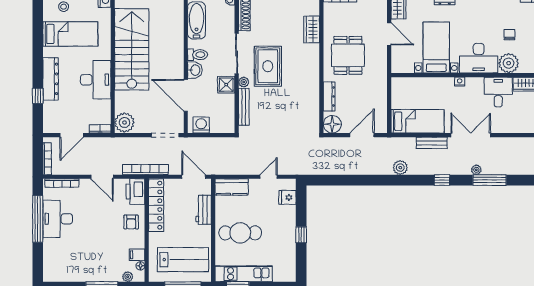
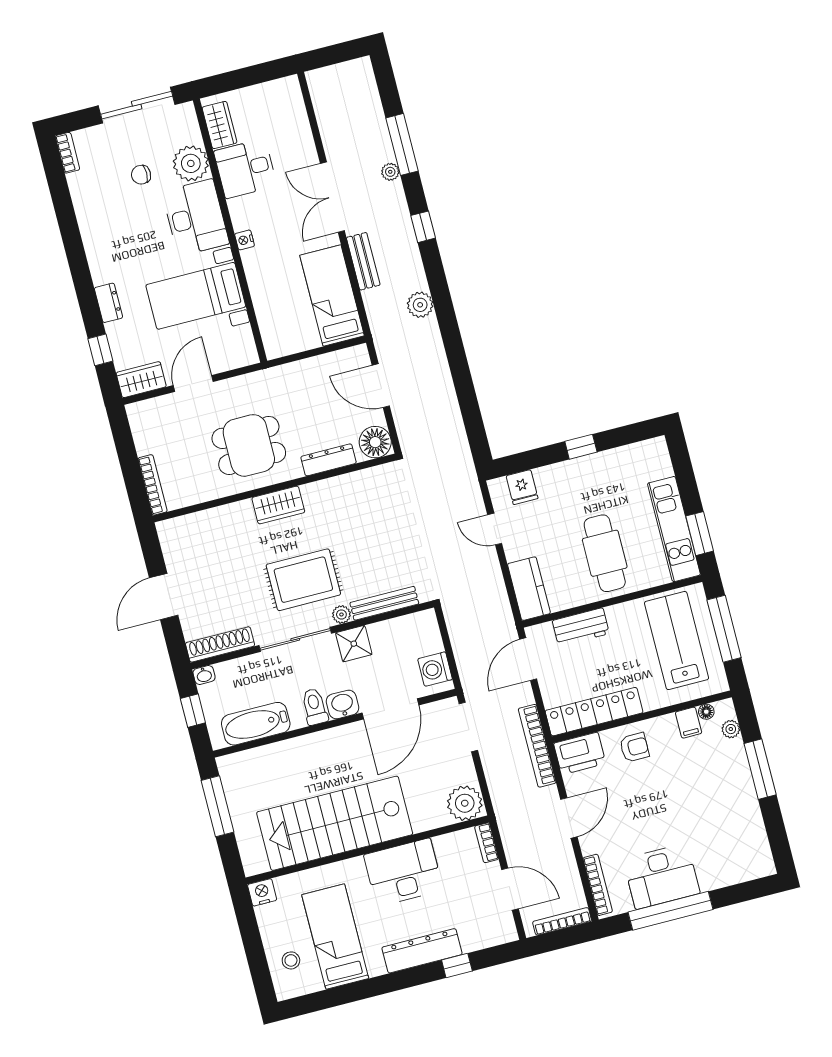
wardrobe: (312, 29) -> (278, 505), moved

